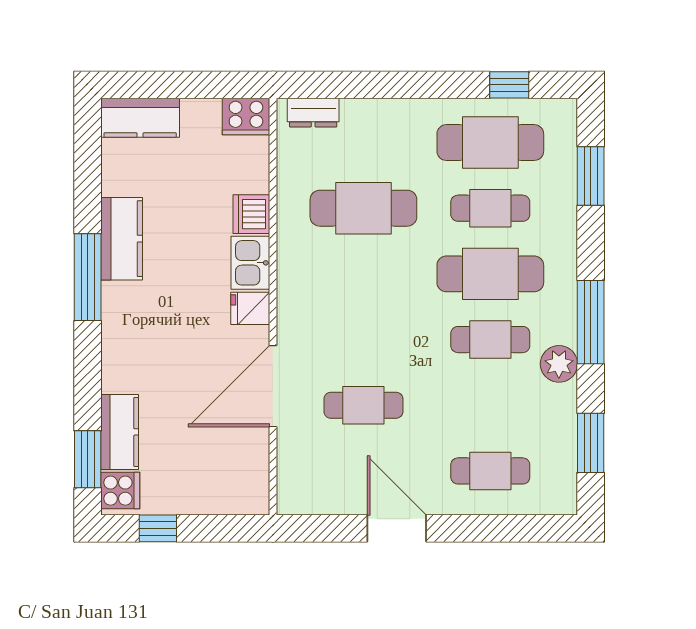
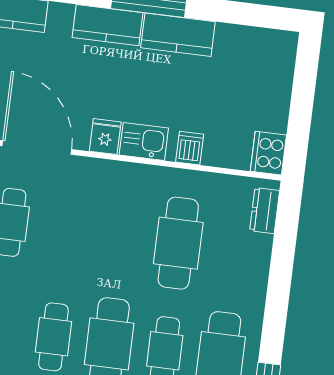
kitchen counter: (140, 118) -> (107, 25), moved, turned -90
dishwasher: (251, 214) -> (190, 148), width x0.73

